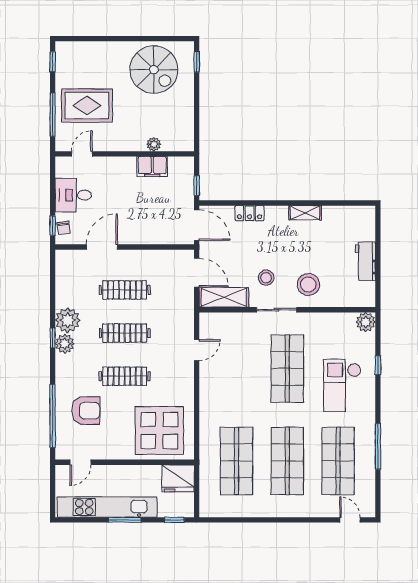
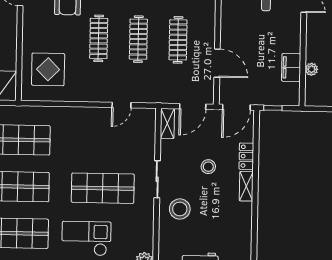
shelving: (305, 213) -> (246, 186), moved
door: (102, 247) -> (217, 63), moved
stool: (266, 278) -> (208, 167), moved
shelving: (224, 297) -> (167, 123), width x0.67, depth x0.75
door: (197, 350) -> (121, 105), hinge flipped
display table: (159, 431) -> (48, 69), width x0.73, depth x0.73

